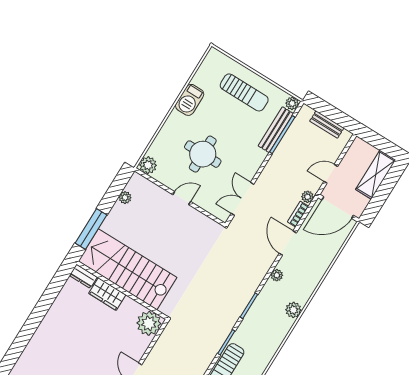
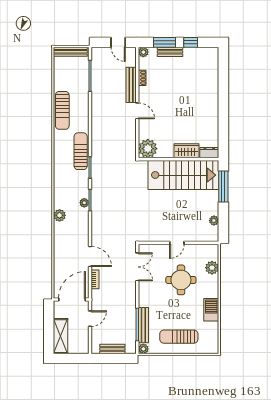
plant: (148, 165) -> (212, 268), moved
plant: (308, 197) -> (96, 294), removed
plant: (277, 275) -> (84, 203), moved

